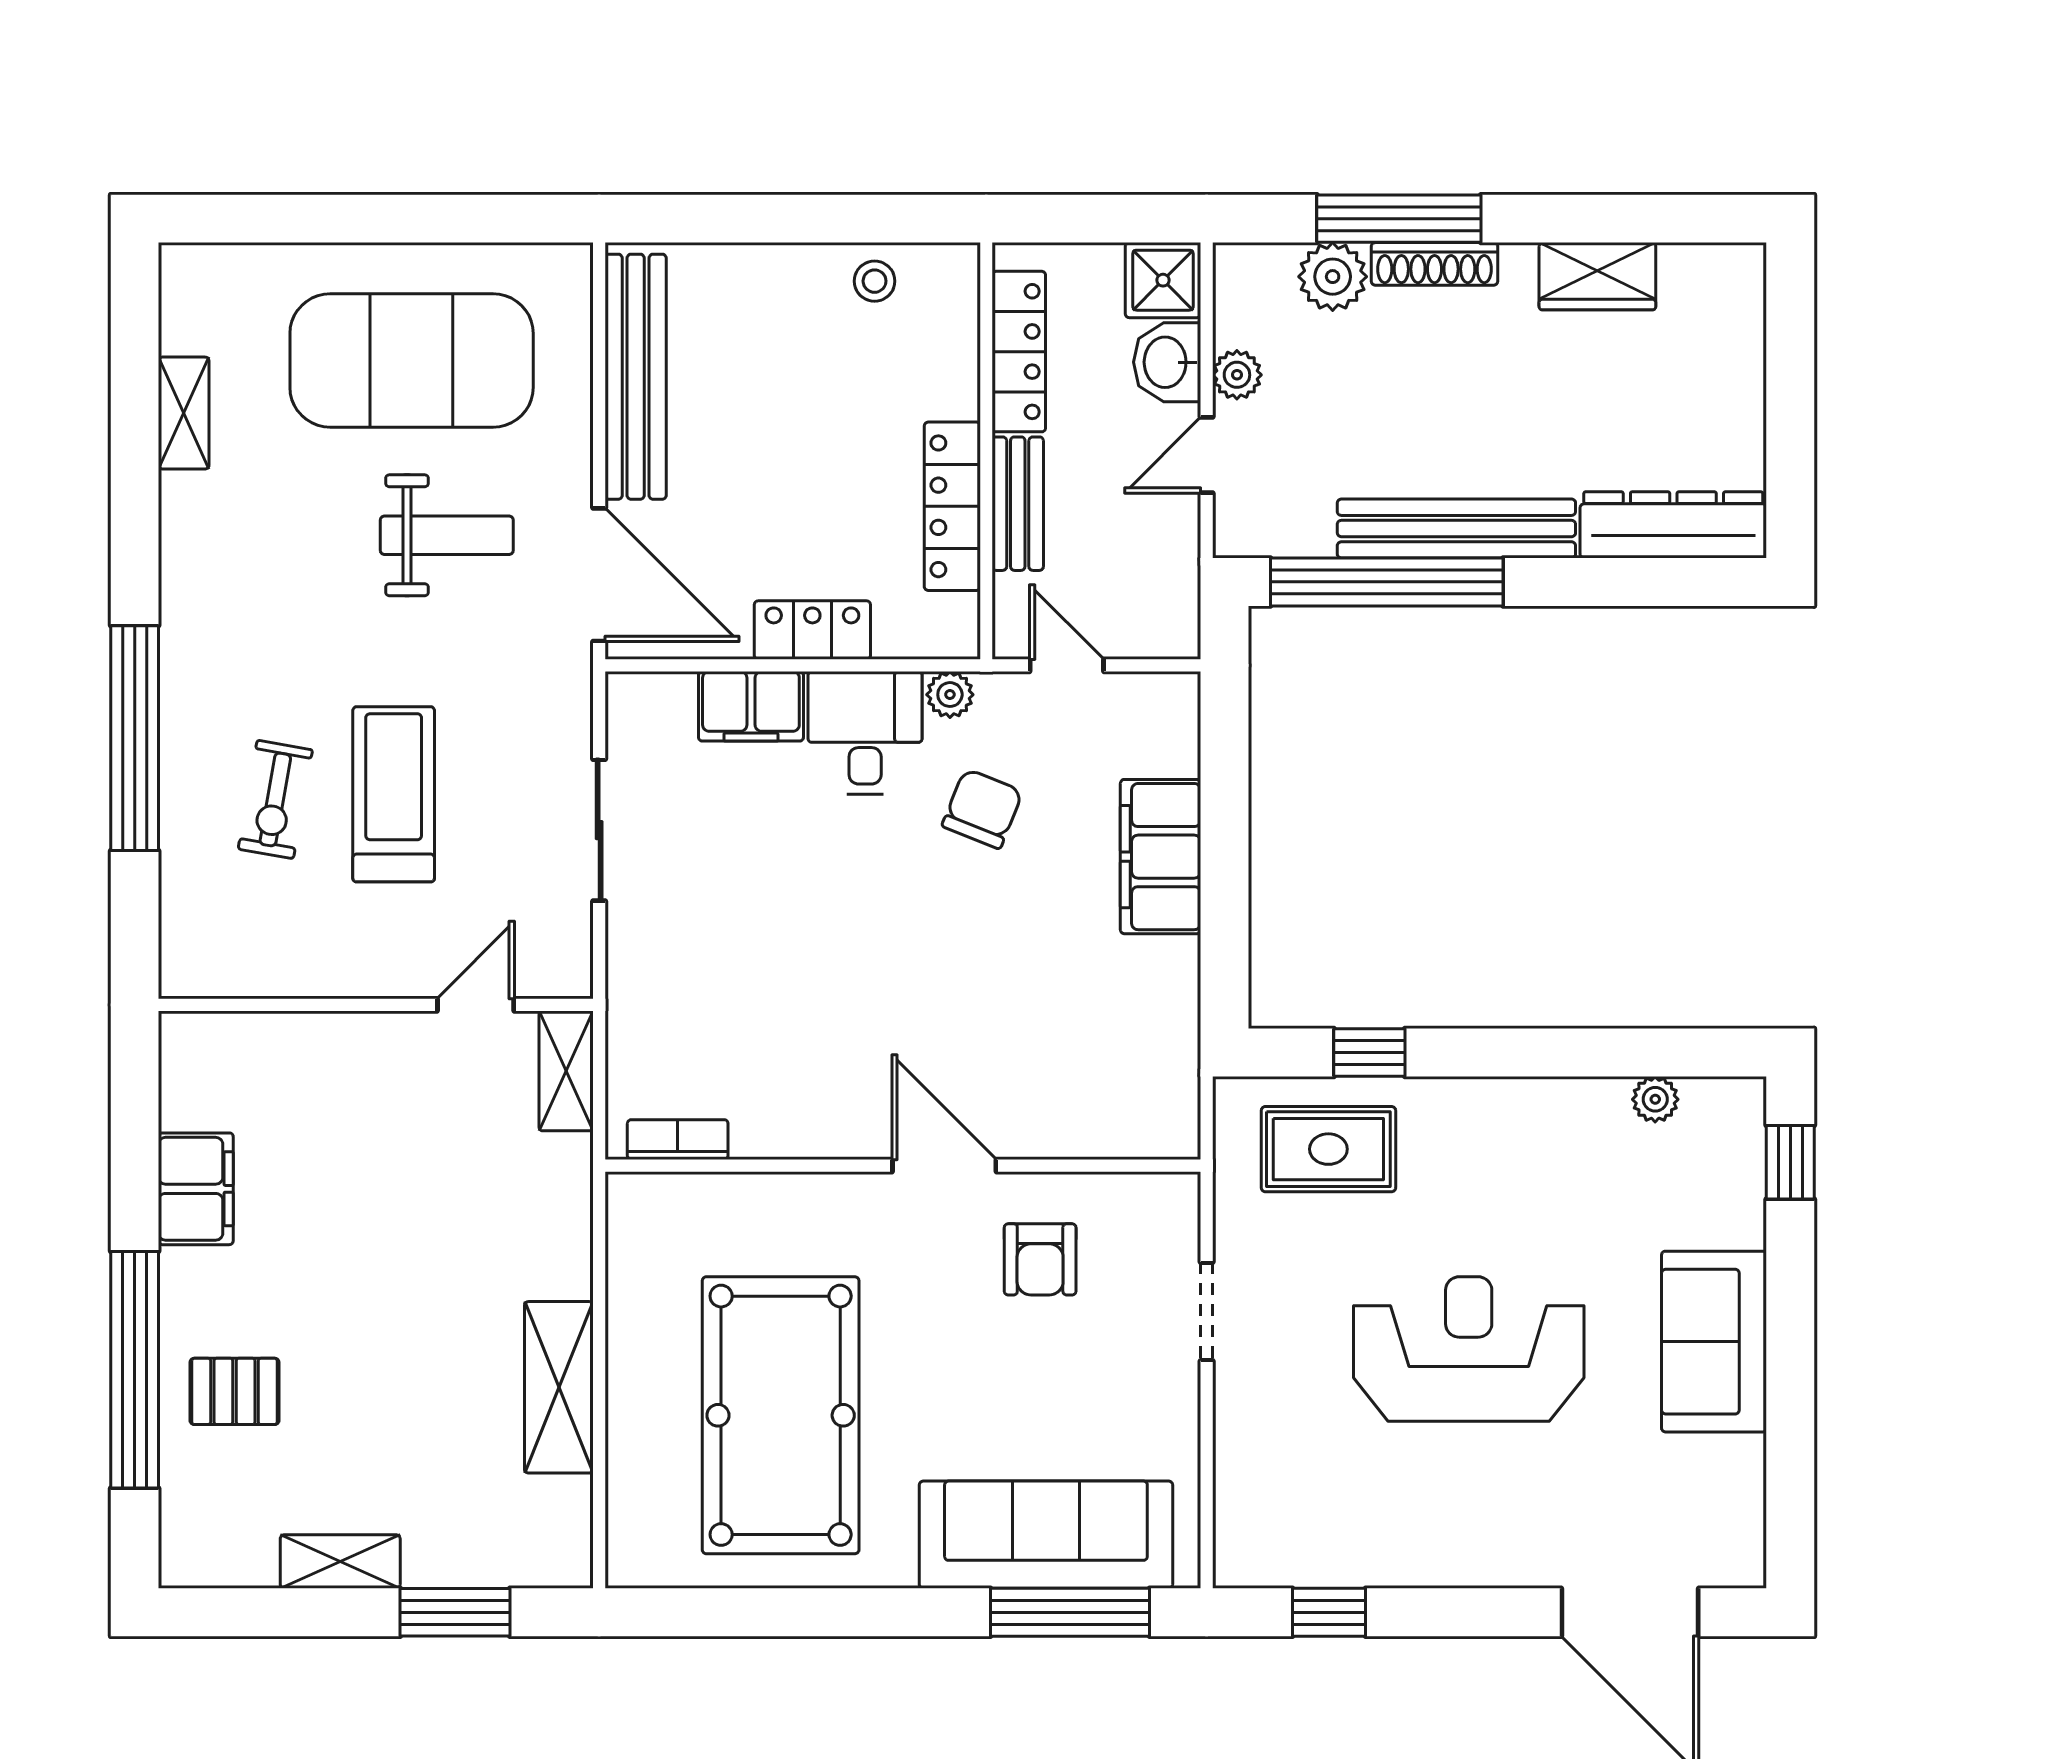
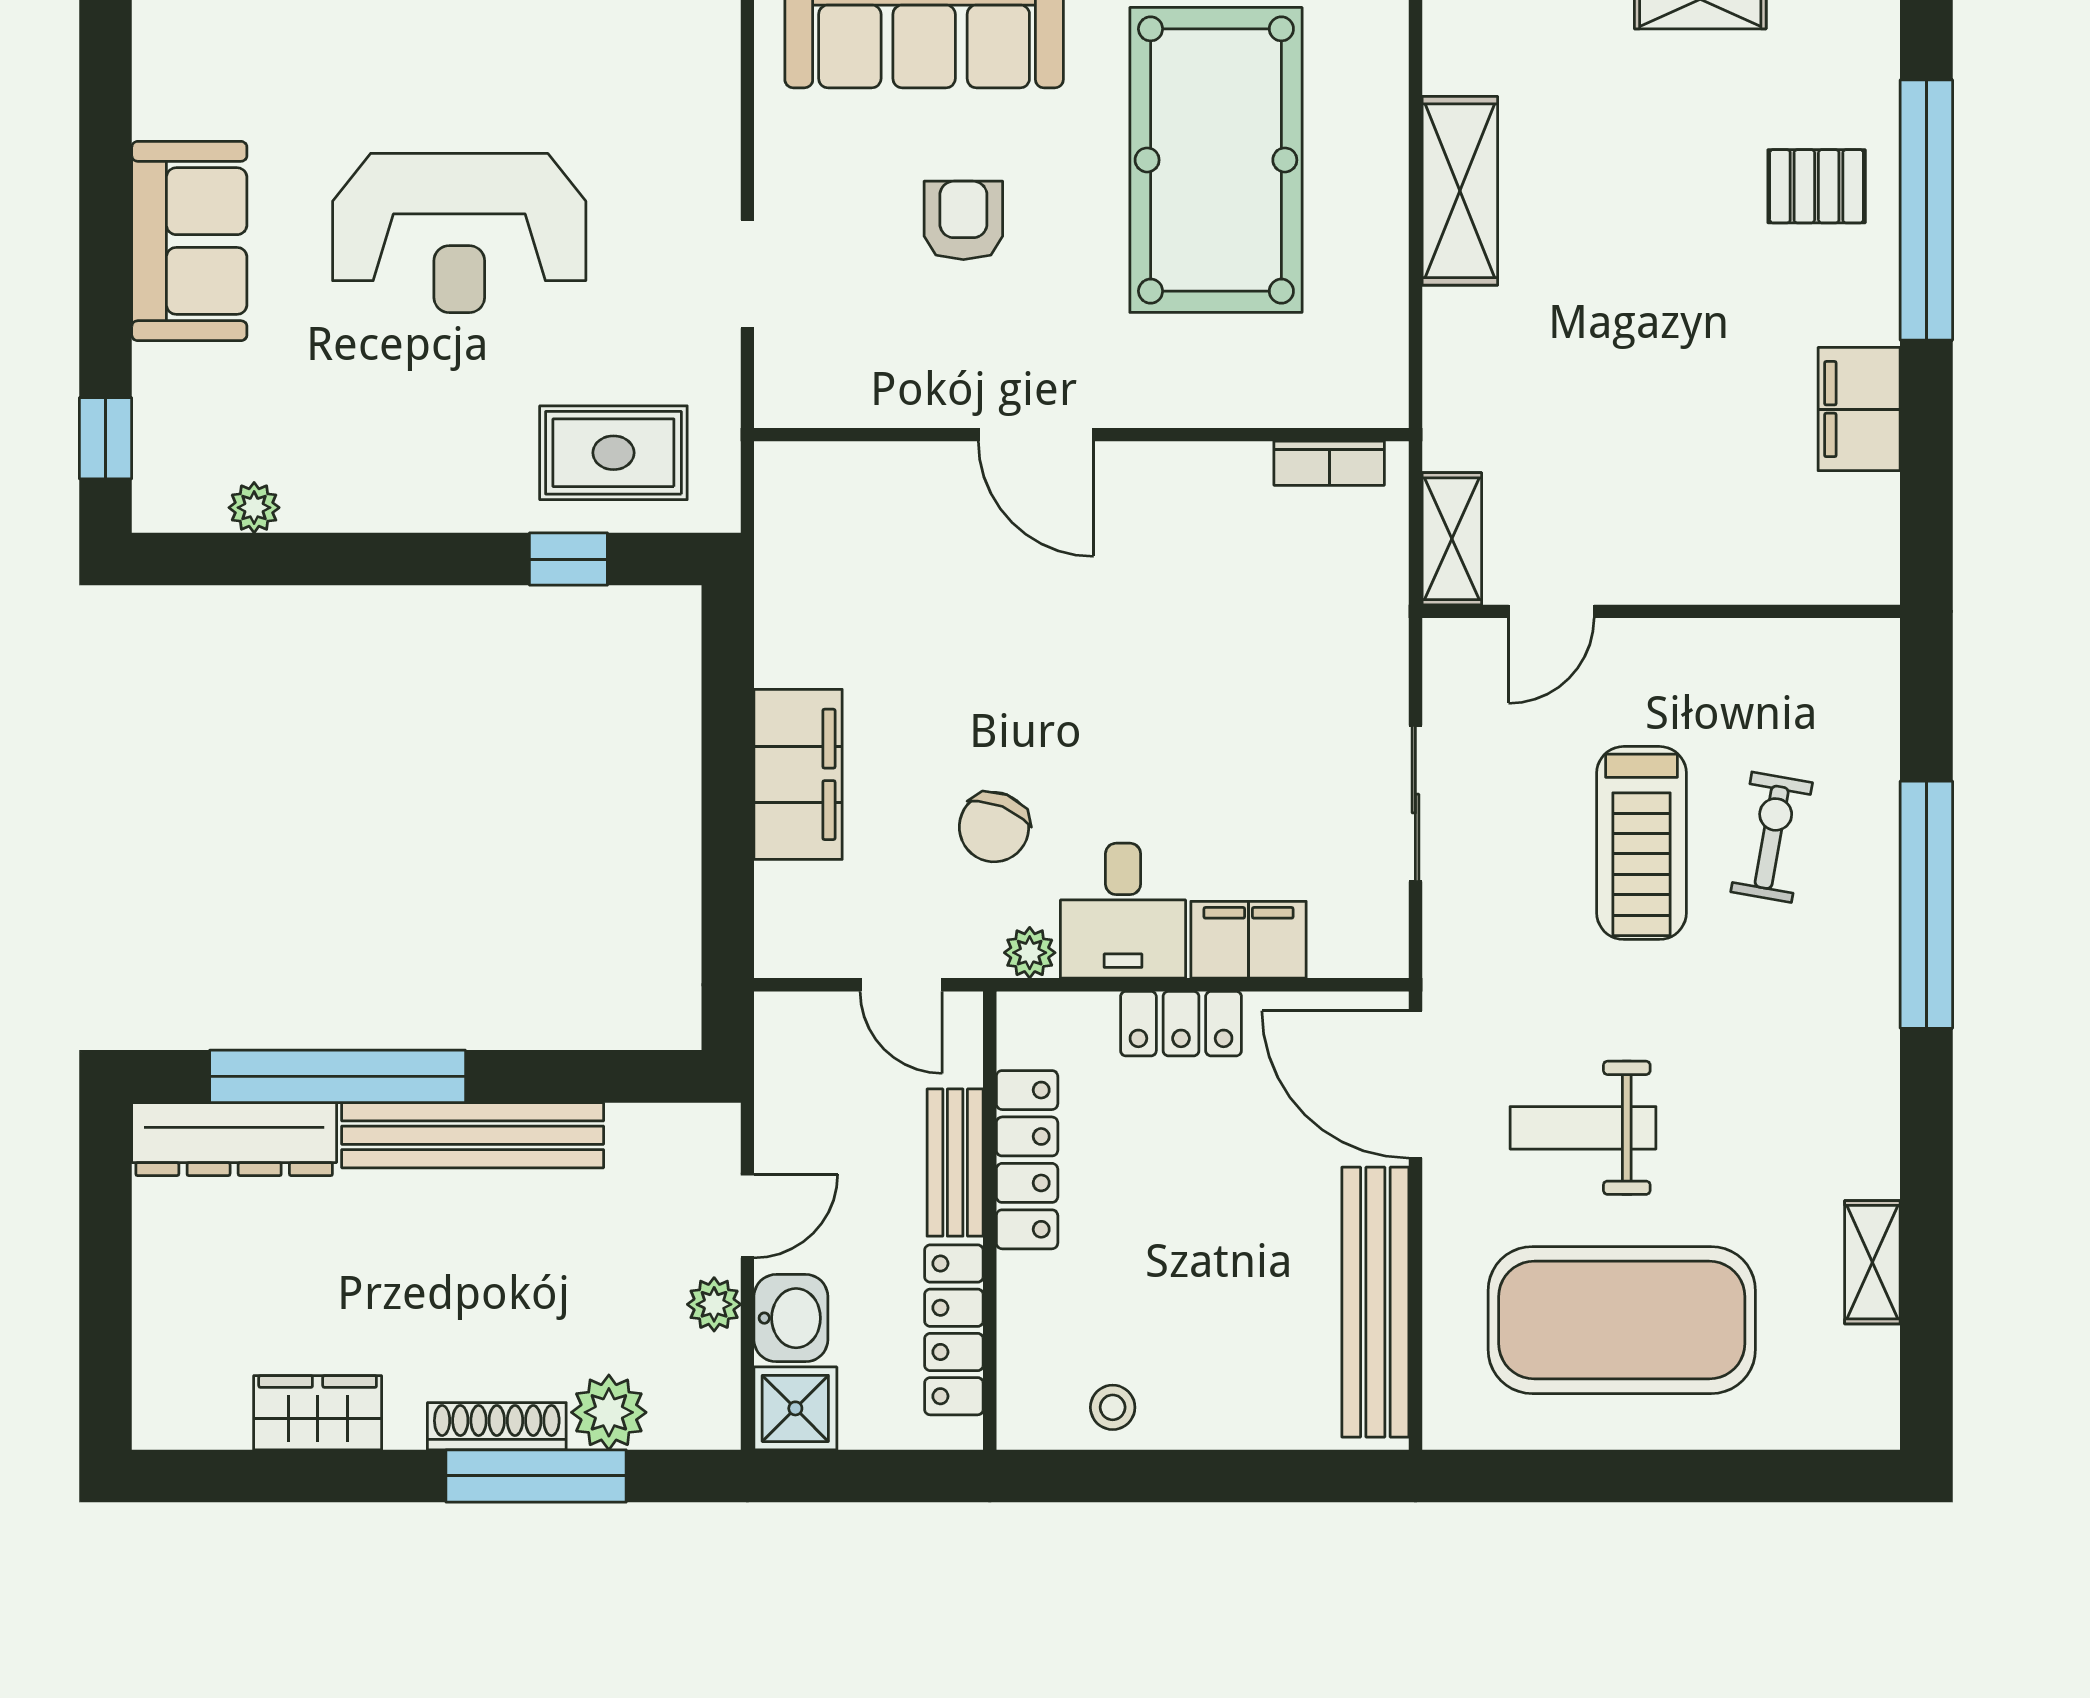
window: (1387, 582) -> (338, 1076), moved
armchair: (1040, 1259) -> (963, 220), moved

